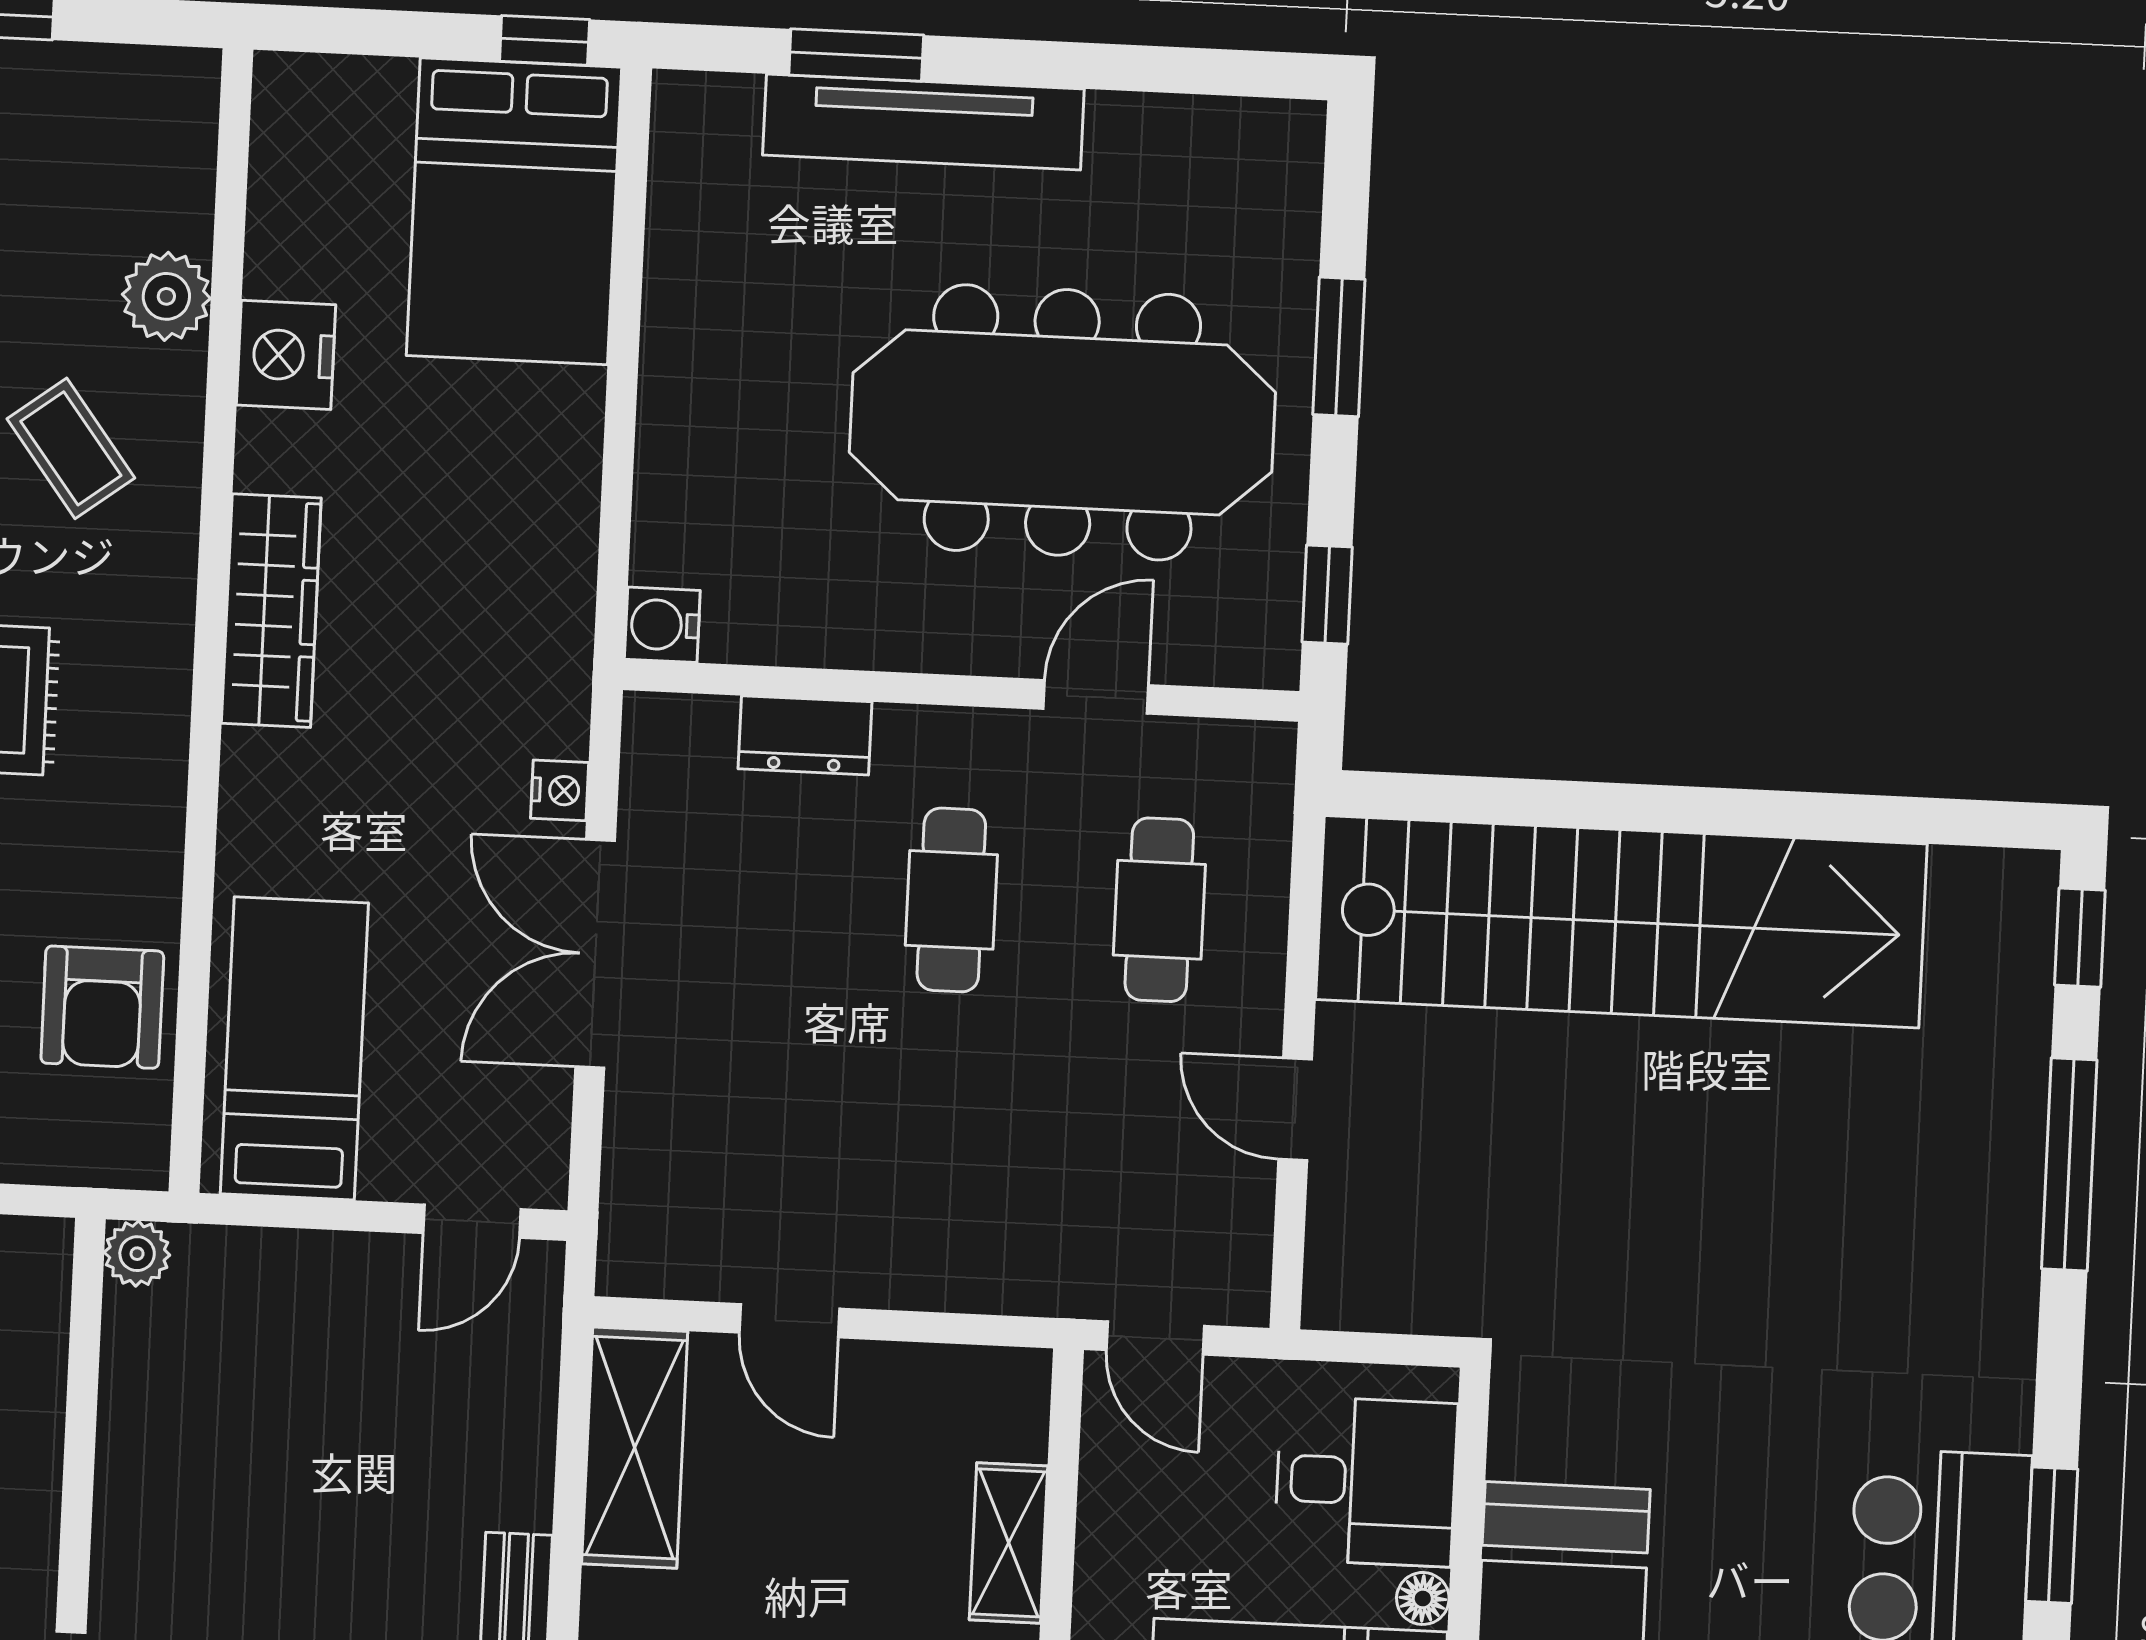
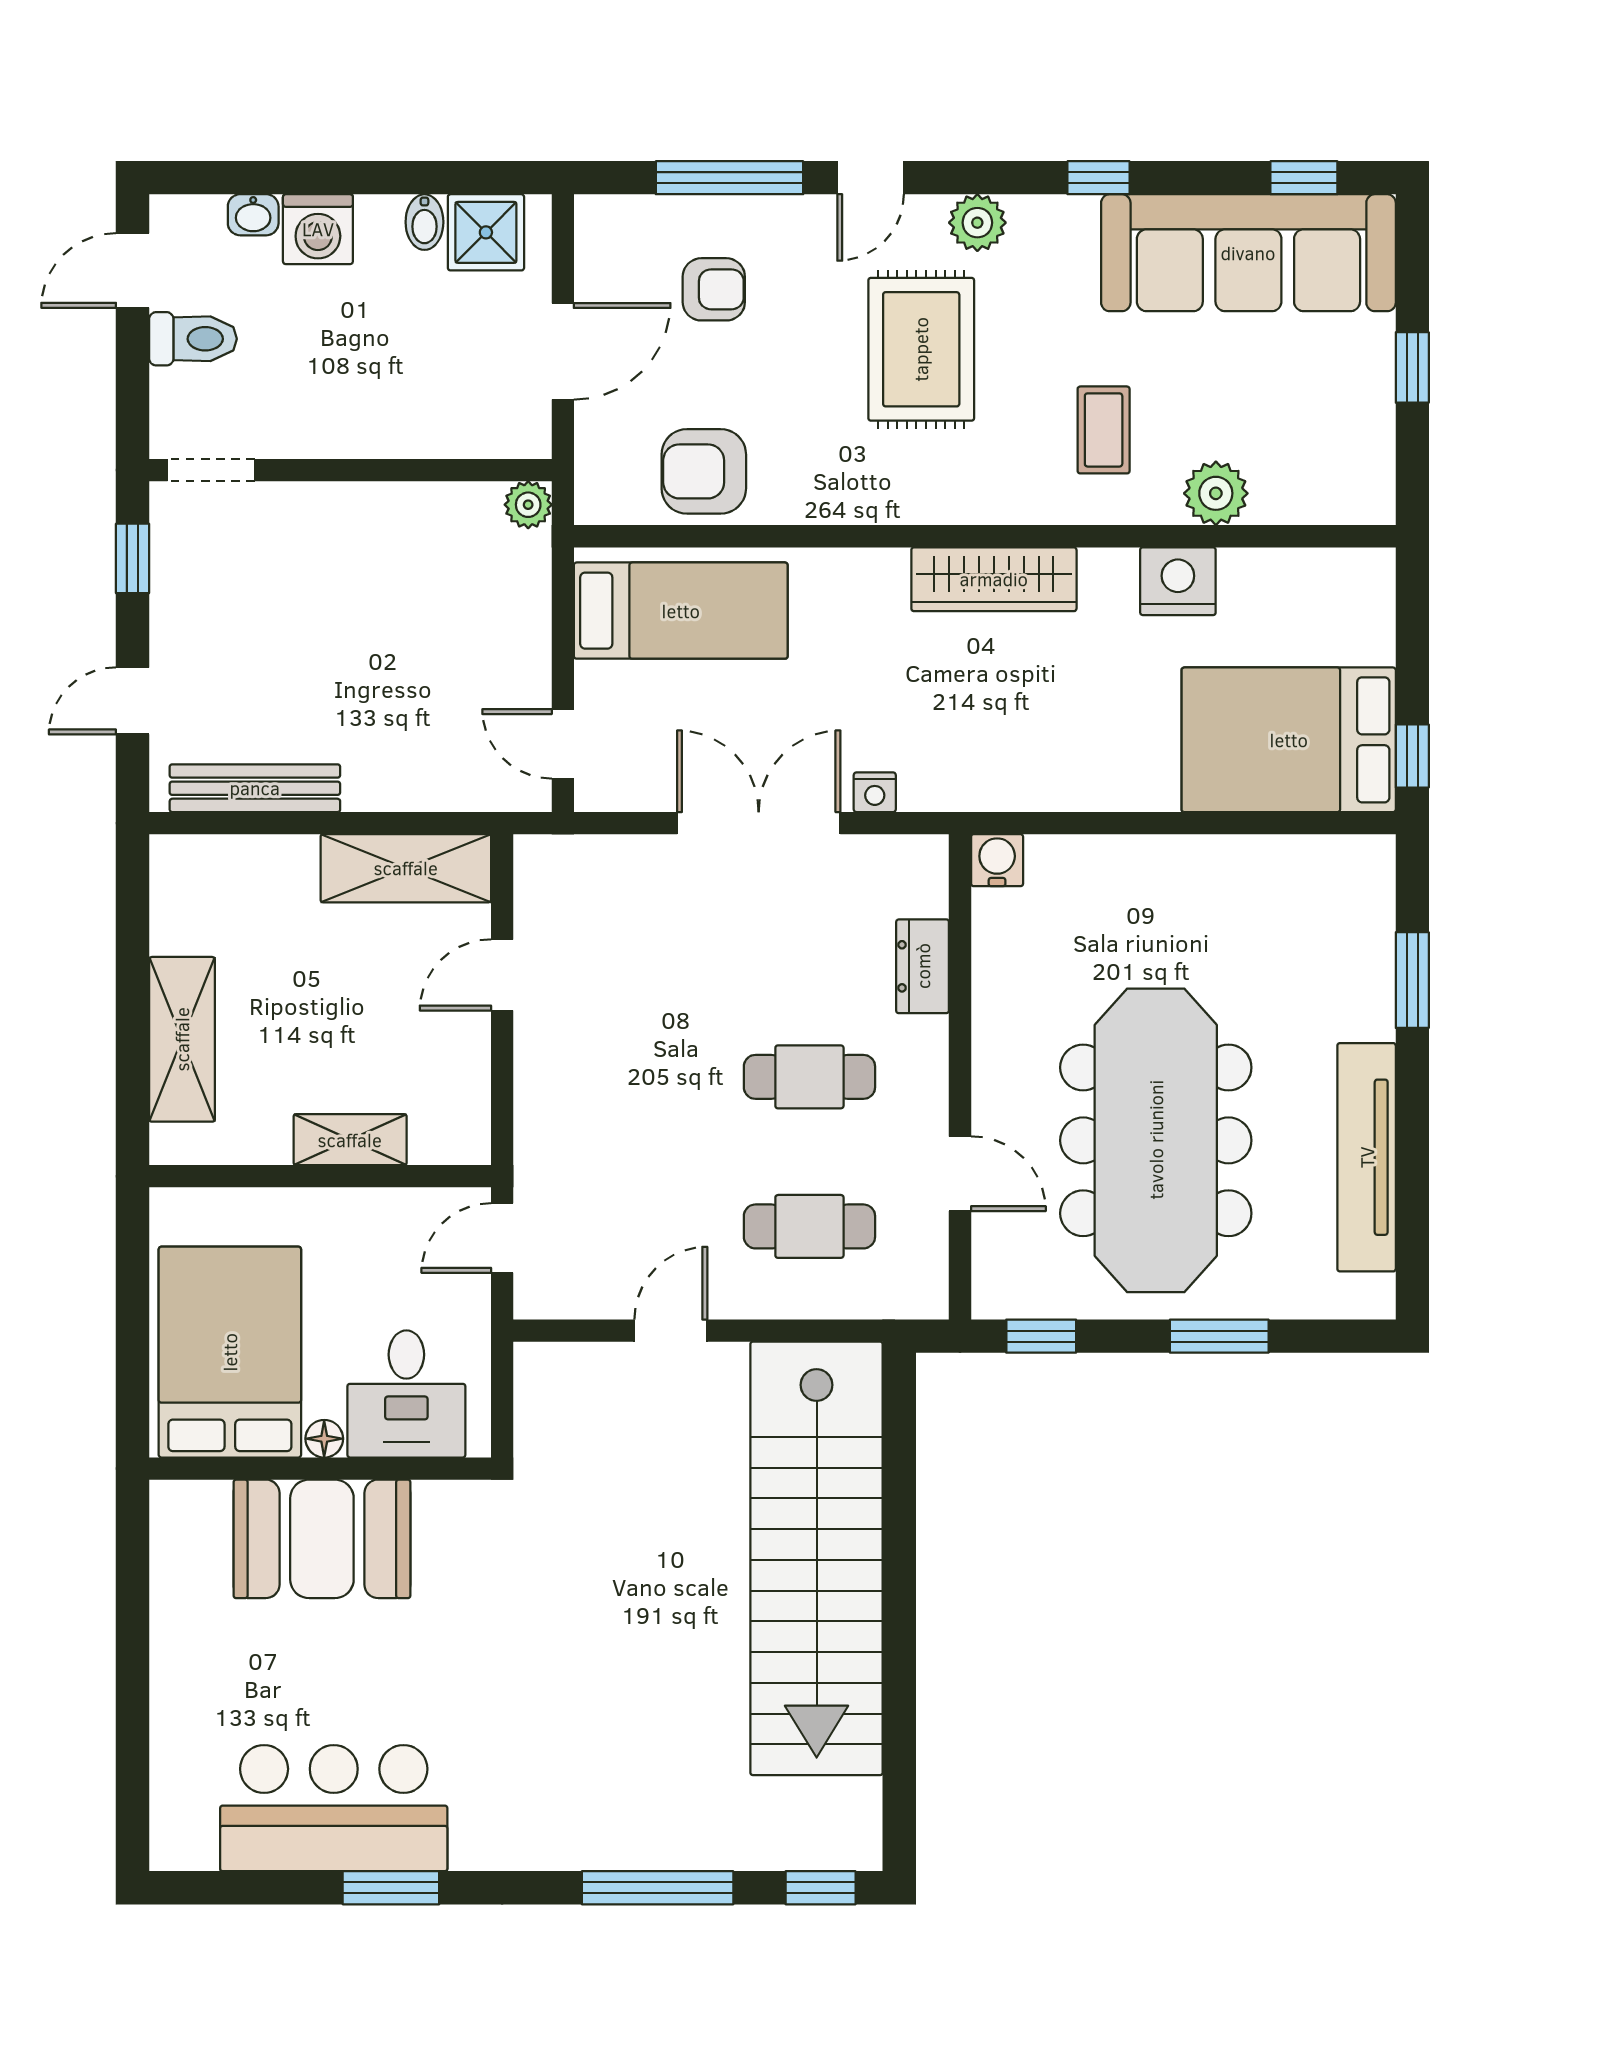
tv unit: (923, 122) -> (1367, 1157), moved
coffee table: (71, 448) -> (1104, 430), turned -53

